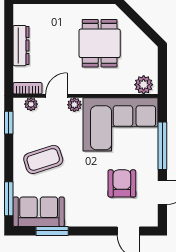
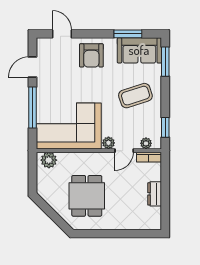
dresser: (21, 46) -> (155, 194), width x0.70
armchair: (122, 183) -> (91, 55), moved

